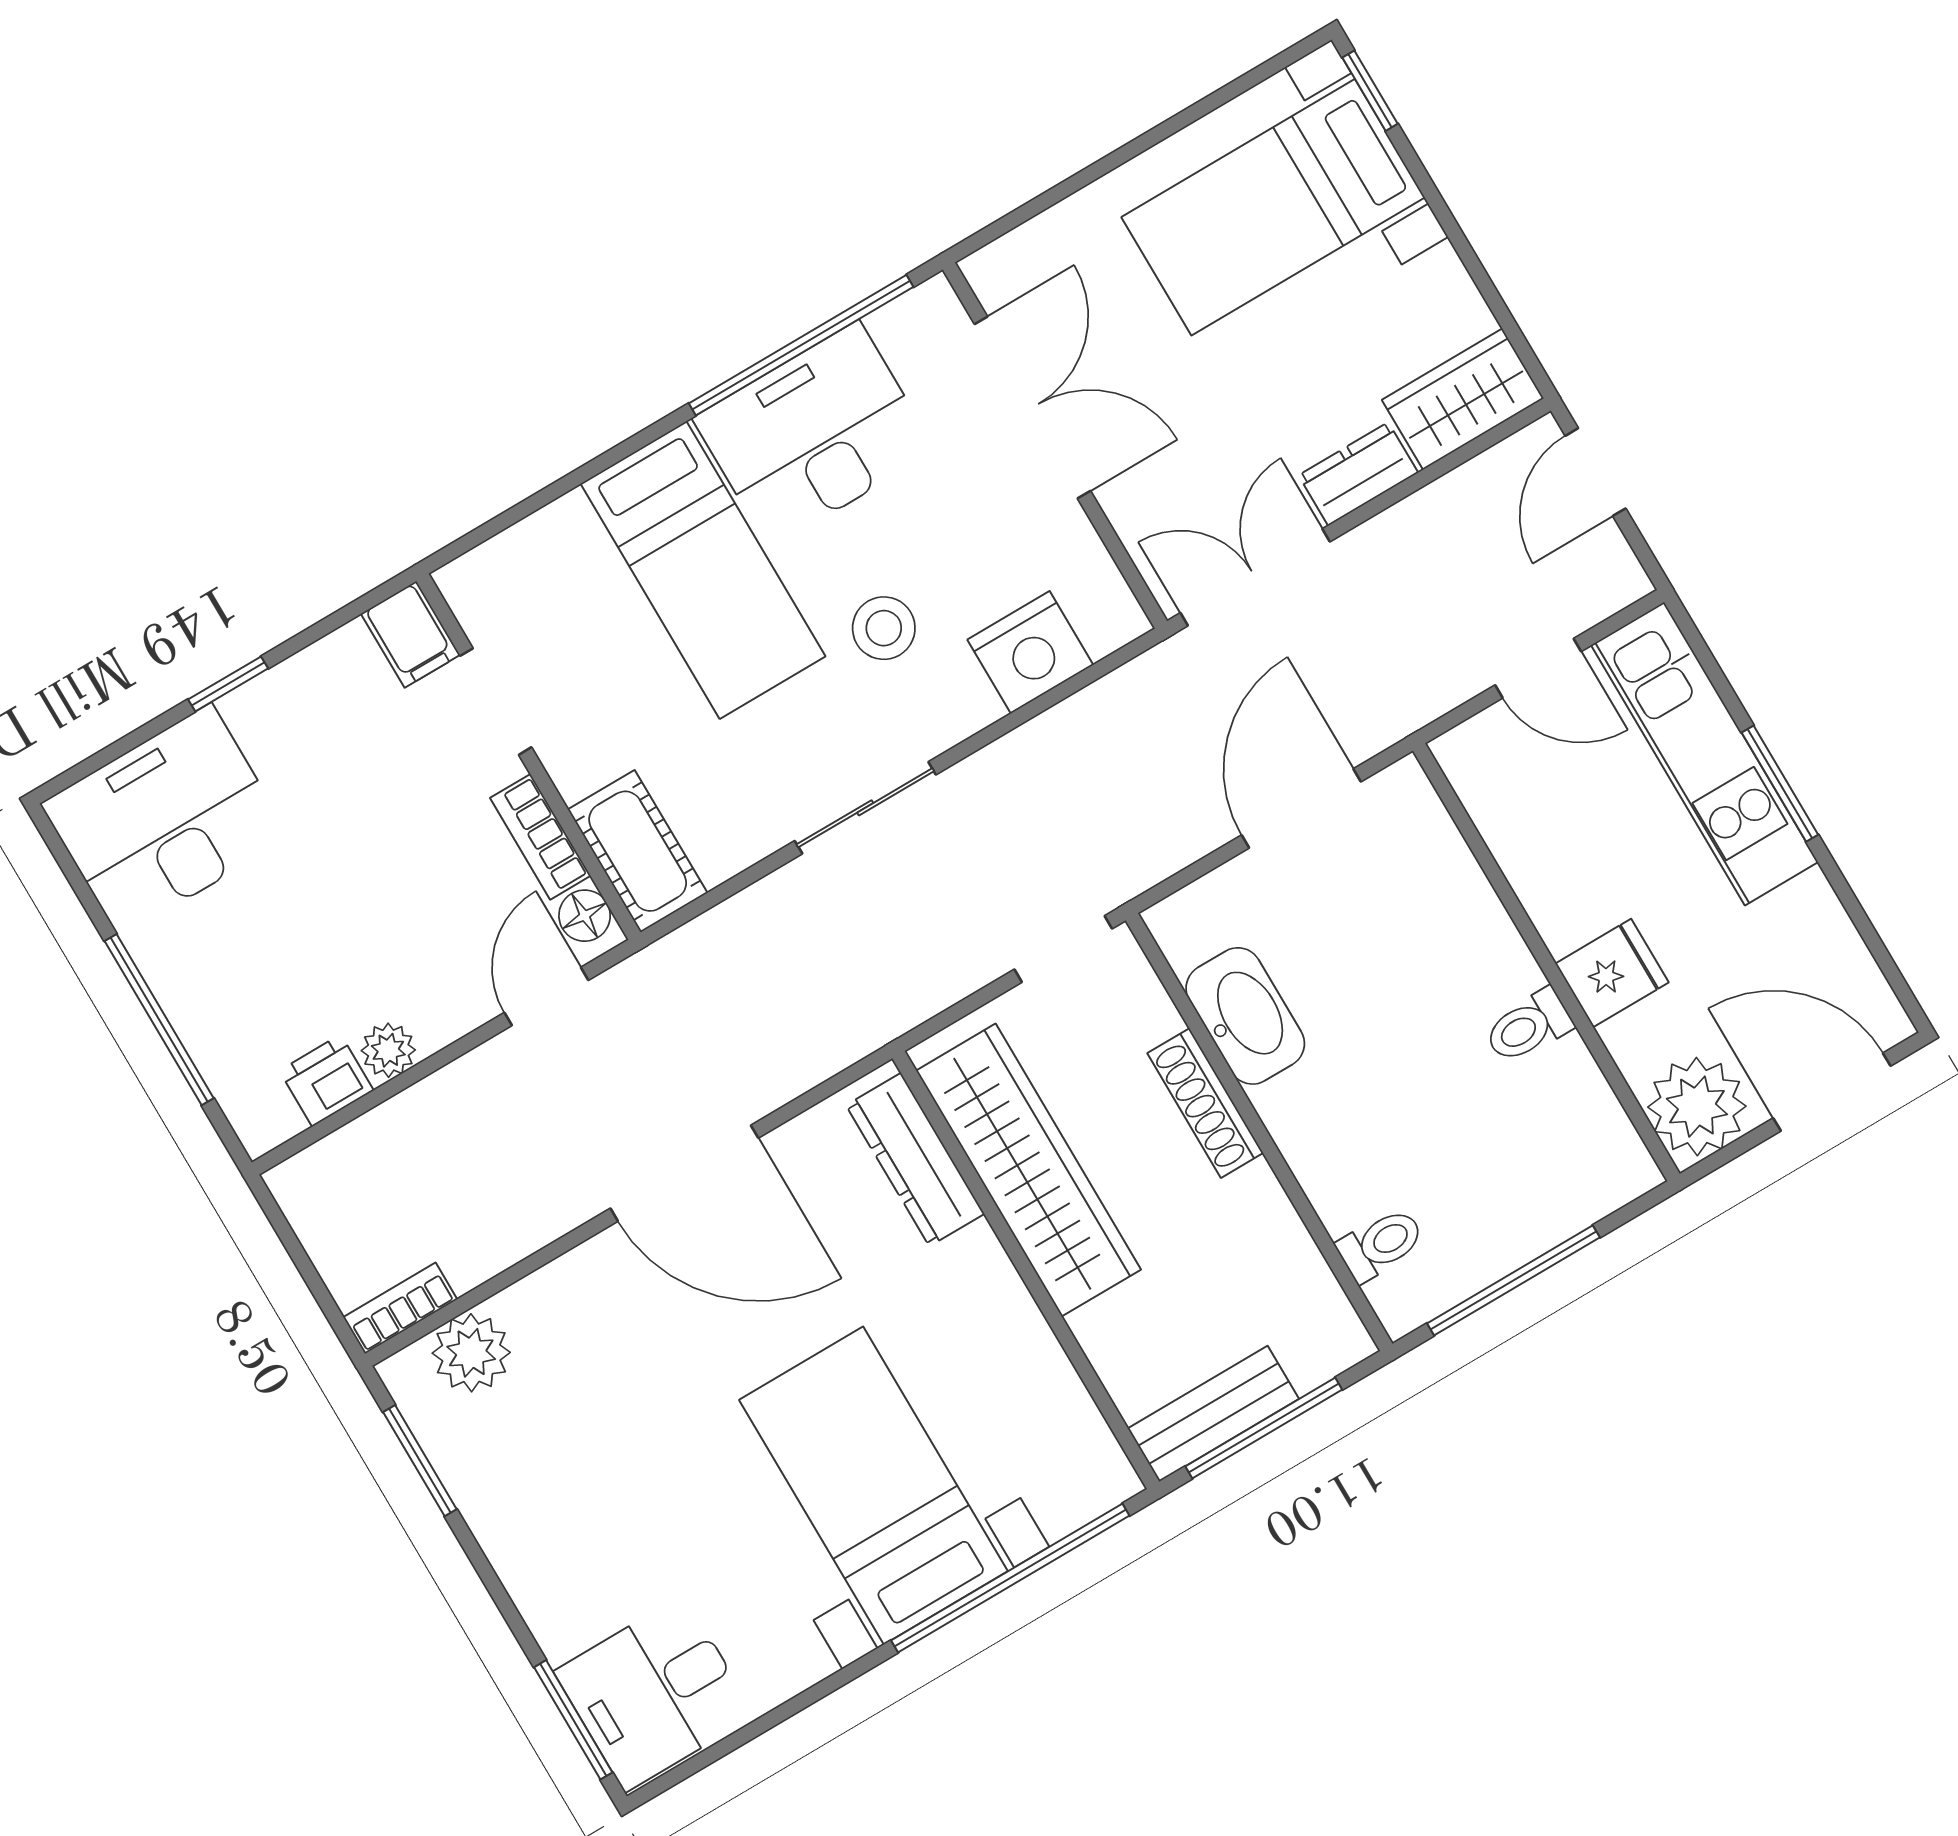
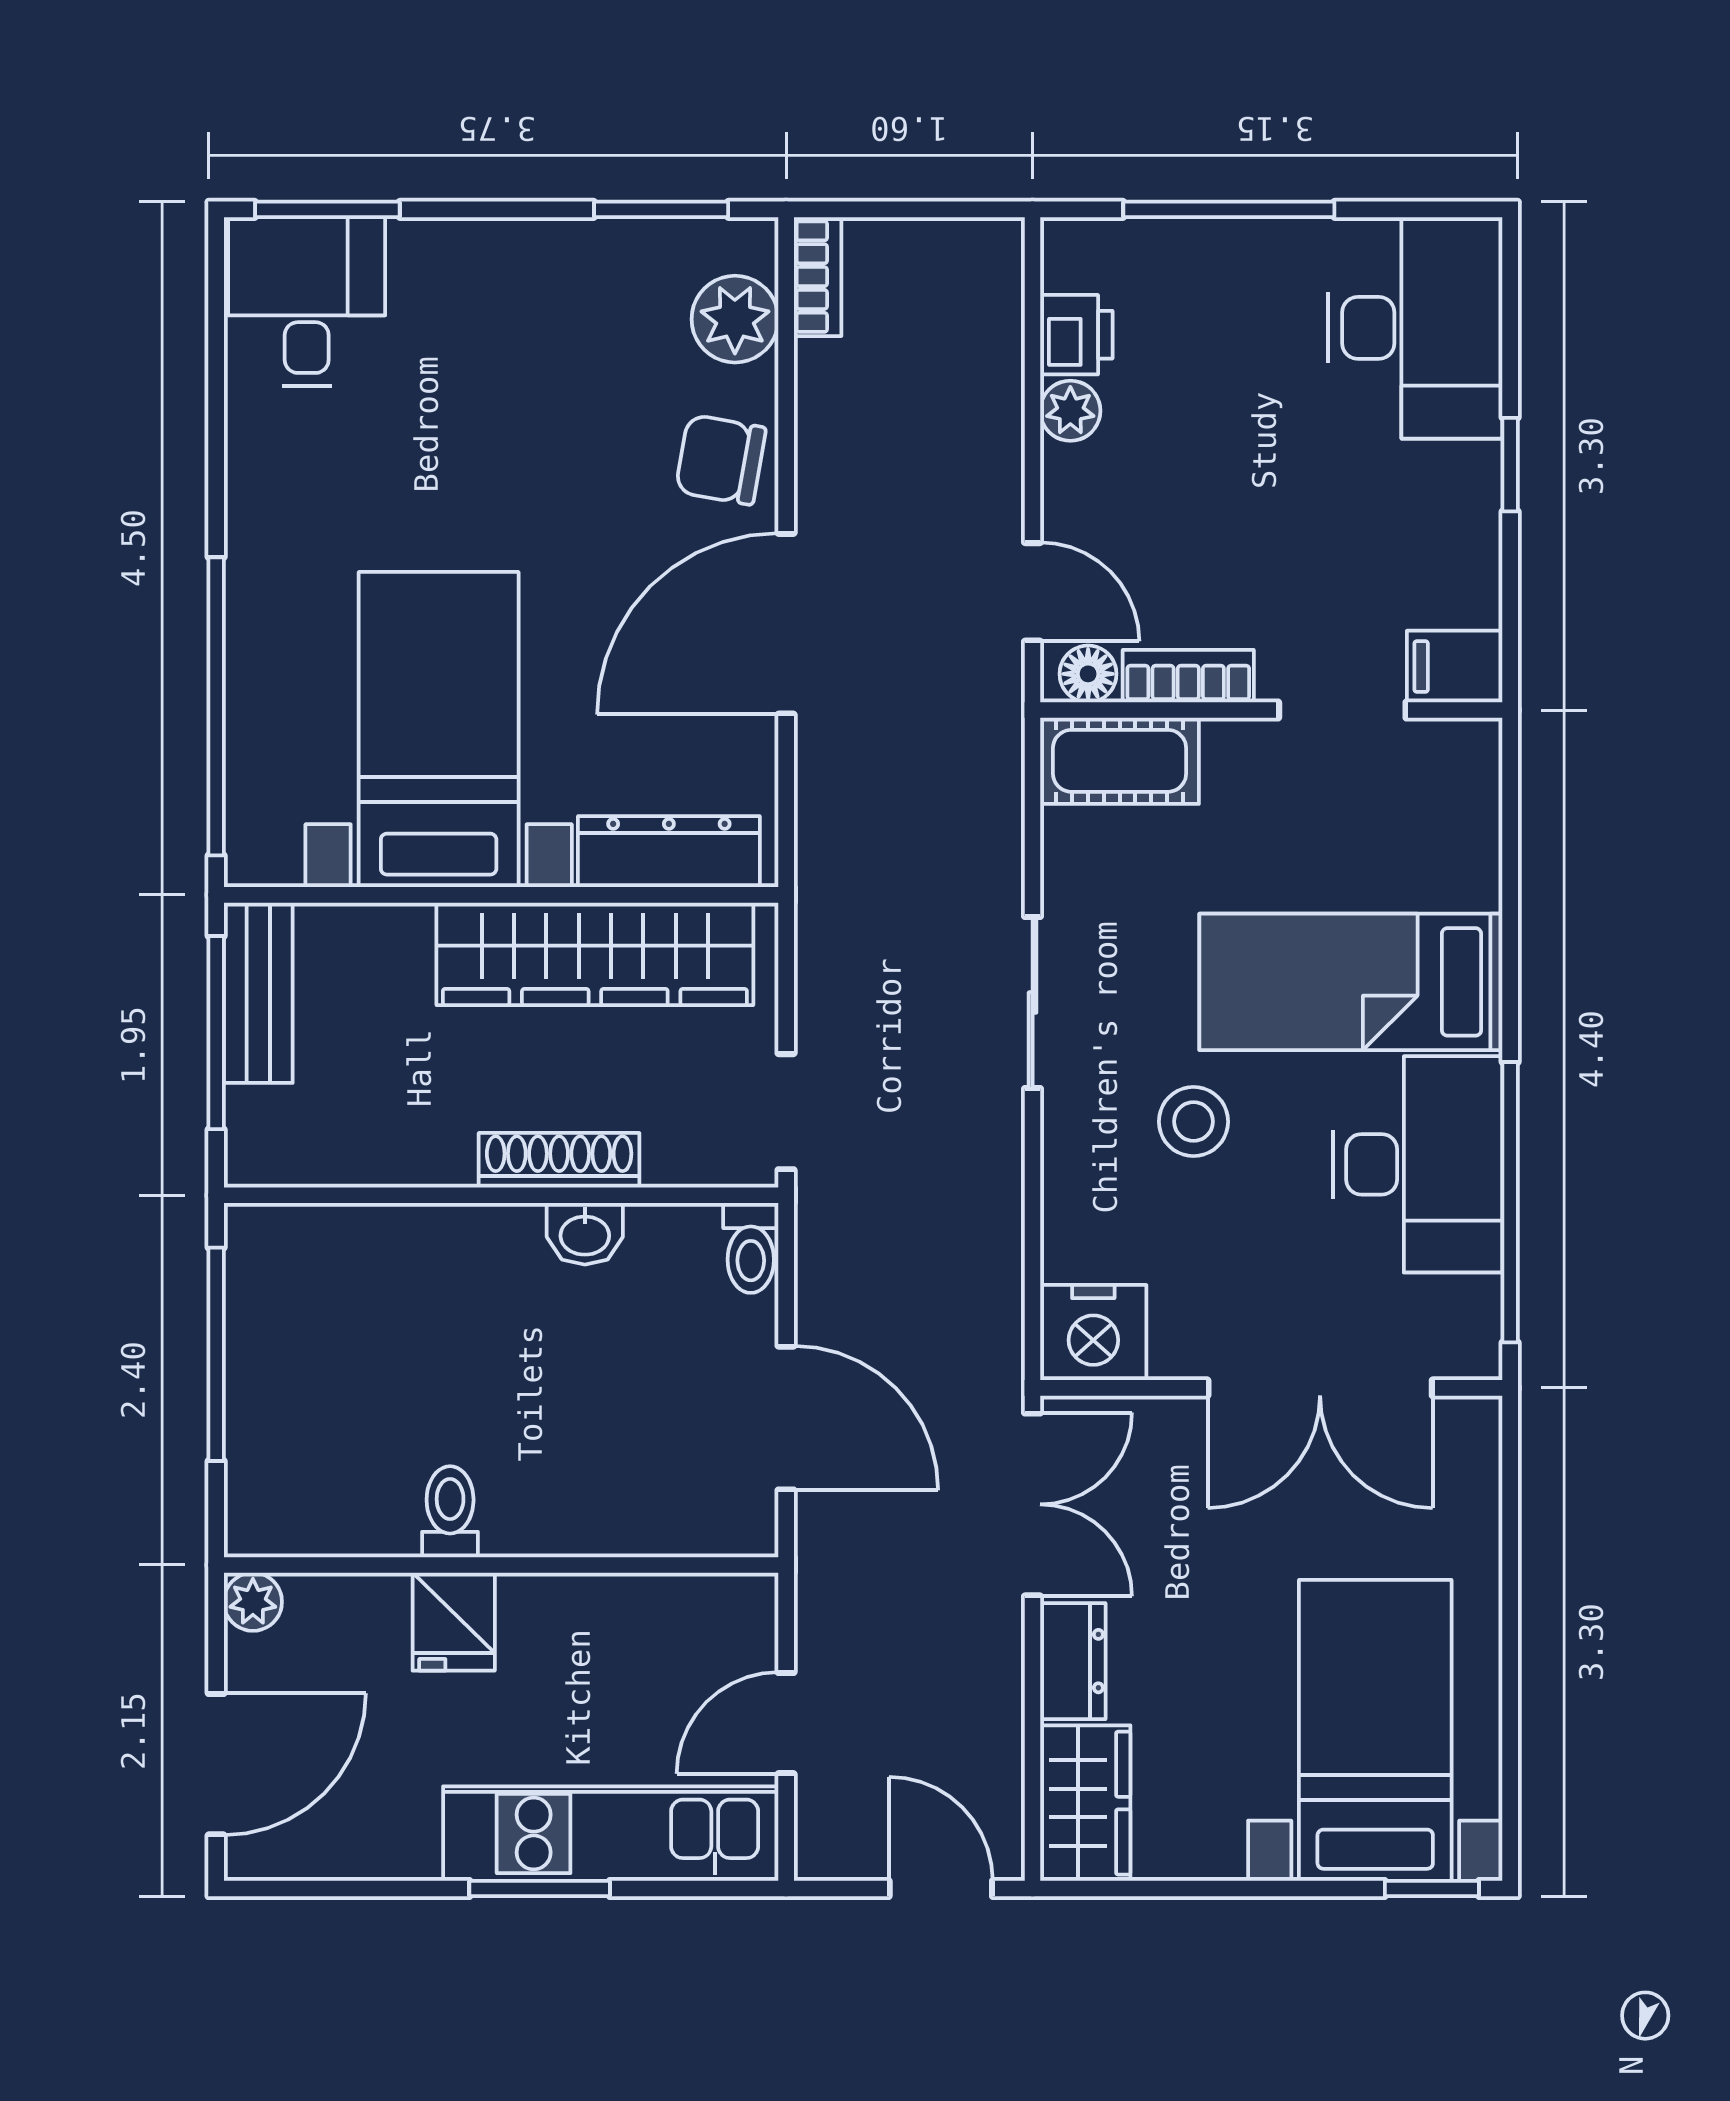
nightstand: (1030, 652) -> (1093, 1333), moved, turned -90
washbasin: (1245, 1016) -> (585, 1234), width x0.52, depth x0.69
plant: (1697, 1107) -> (253, 1602), width x0.53, depth x0.53
toilet: (1381, 1244) -> (751, 1248), moved
chair: (587, 1299) -> (721, 460), added
bed with nightstands: (873, 1485) -> (439, 730), moved, turned -90

